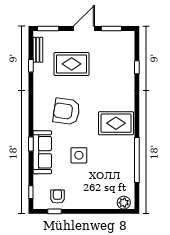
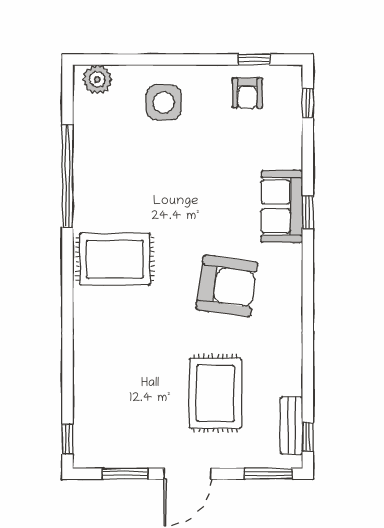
rug: (72, 64) -> (216, 393), turned 90
window: (31, 66) -> (308, 437), moved
window: (137, 67) -> (67, 439), moved
sofa: (42, 152) -> (282, 206), width x0.73
side table: (79, 155) -> (164, 102), moved

